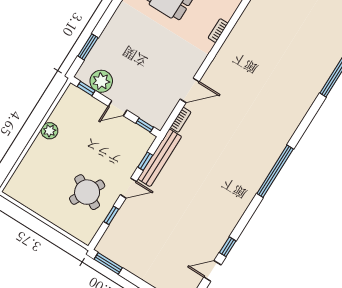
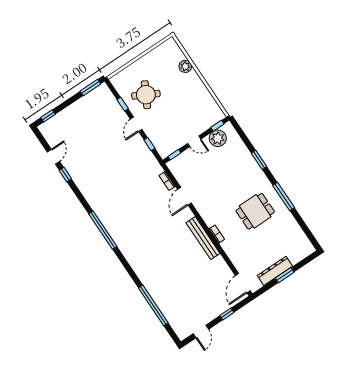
window: (88, 47) -> (259, 160), moved
door: (118, 108) -> (194, 141), swing flipped
plant: (50, 131) -> (185, 66), moved
bench: (160, 158) -> (203, 238), moved

